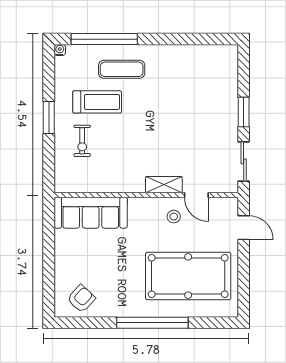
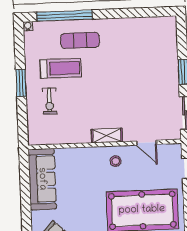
shelving: (164, 185) -> (107, 136), moved
sofa: (91, 213) -> (42, 179), moved, turned -90
stool: (174, 217) -> (116, 161), moved

